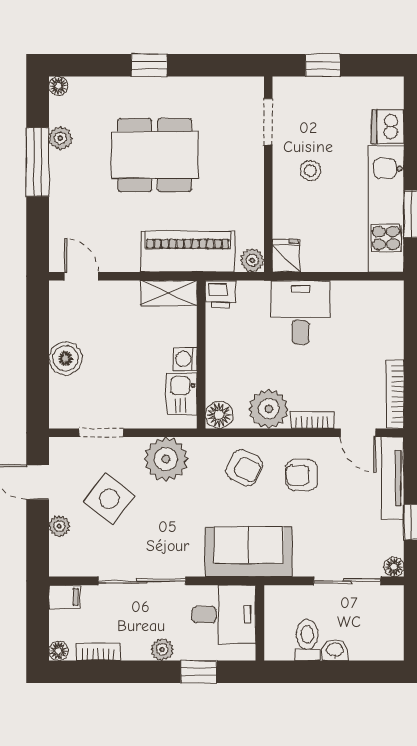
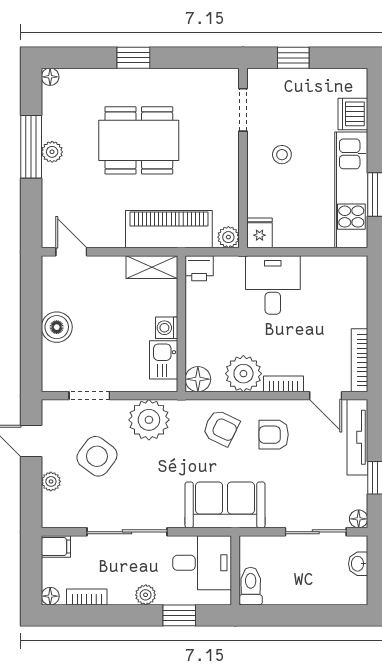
plant: (60, 138) -> (52, 152), moved
toilet: (307, 640) -> (251, 586), moved
washbasin: (335, 650) -> (358, 564), moved, turned -90

